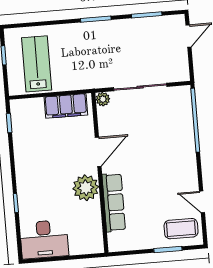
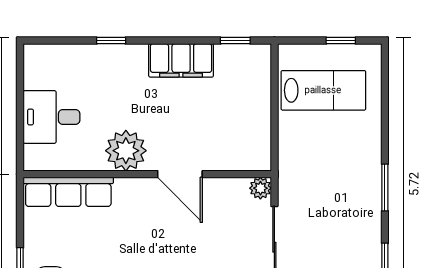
filing cabinet: (66, 106) -> (181, 60), moved, turned -90
row of seats: (114, 202) -> (68, 192), moved
desk: (44, 239) -> (52, 117), moved, width x0.73

